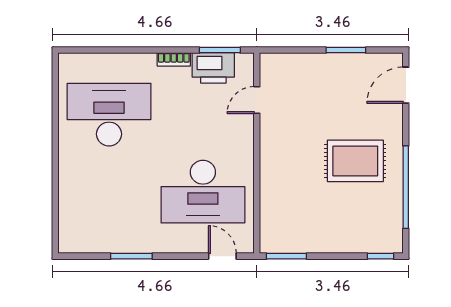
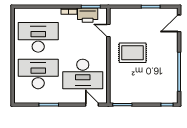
door: (257, 100) -> (108, 30), hinge flipped
rug: (355, 161) -> (133, 53), moved
desk: (109, 192) -> (38, 74), added

